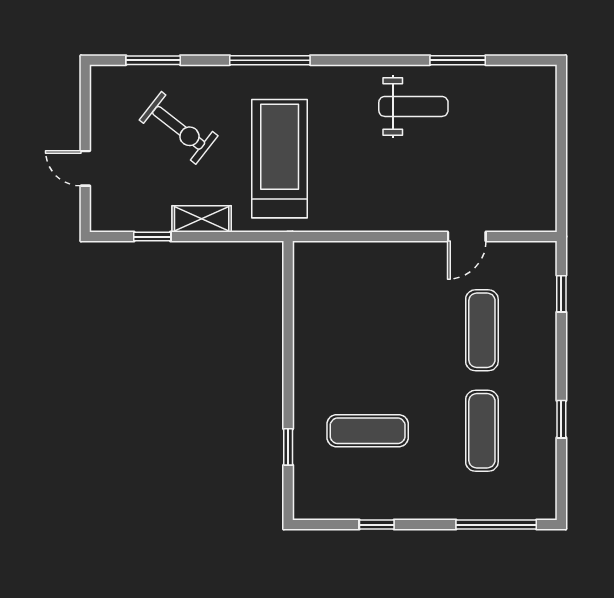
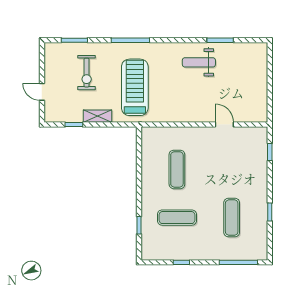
weight bench: (413, 106) -> (199, 62), turned 180
exercise bike: (179, 128) -> (87, 73), turned 52
door: (467, 237) -> (224, 125), swing flipped
exercise mat: (482, 330) -> (177, 169), moved

